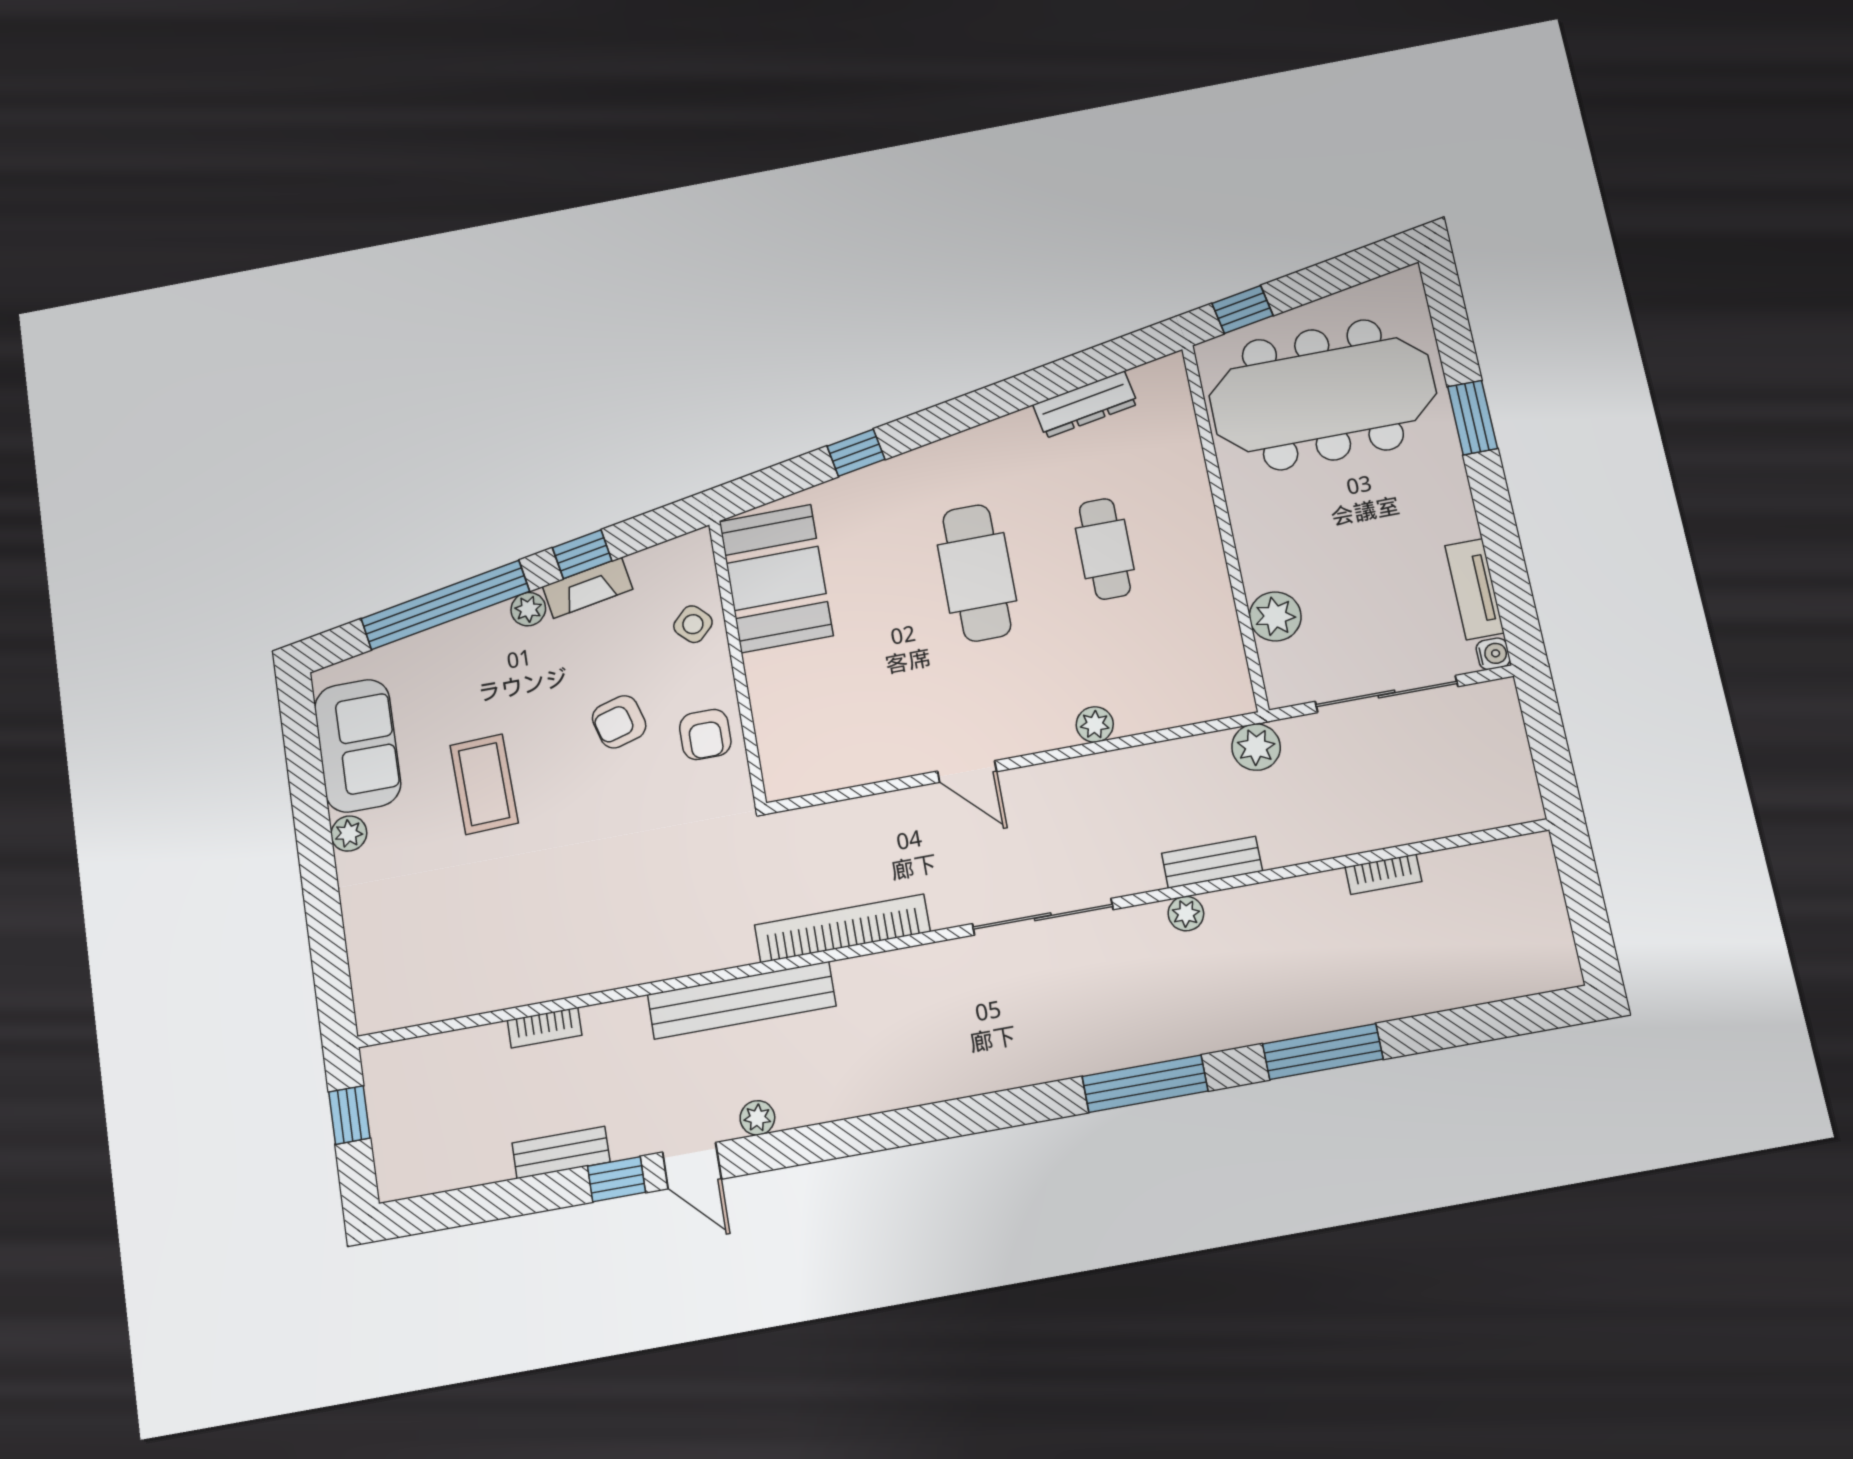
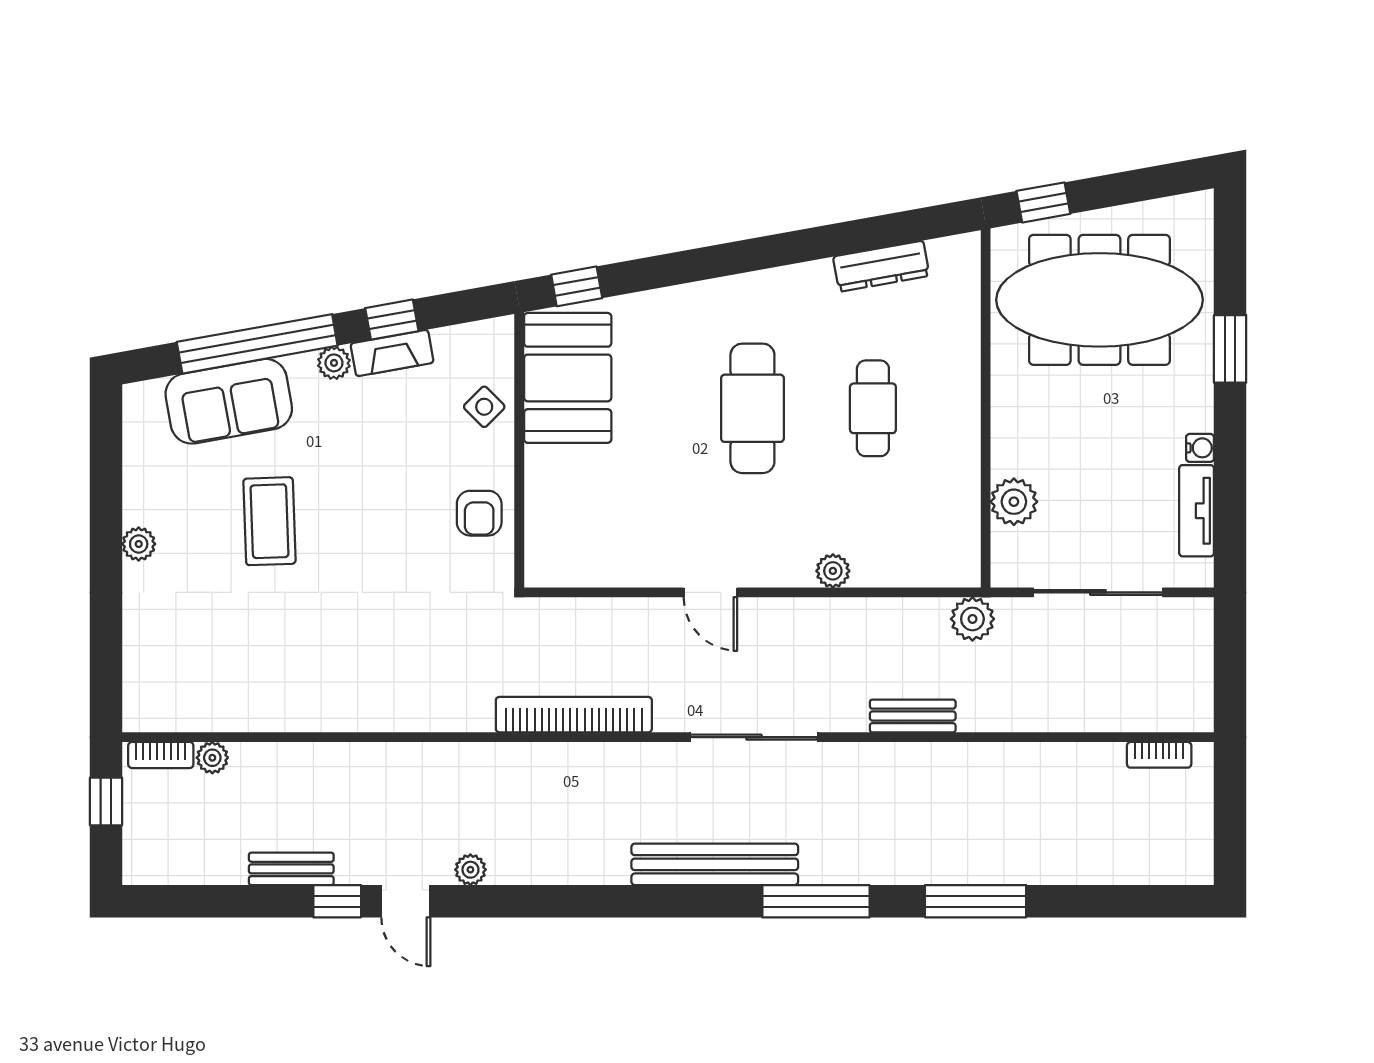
window: (856, 453) -> (577, 286), moved
water cooler: (1493, 654) -> (1200, 448), moved
armchair: (619, 722) -> (402, 486), removed
sofa: (358, 746) -> (229, 401), moved, turned 80
bookcase: (1383, 874) -> (1159, 755), moved
plant: (1186, 914) -> (212, 758), moved
bench: (742, 1000) -> (715, 864), moved
bookcase: (545, 1028) -> (161, 755), moved

